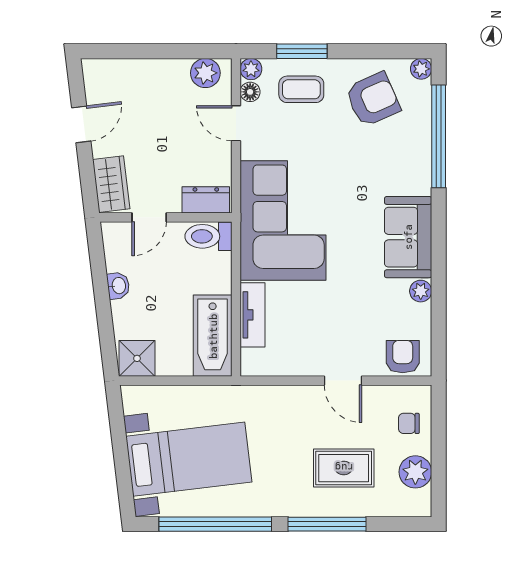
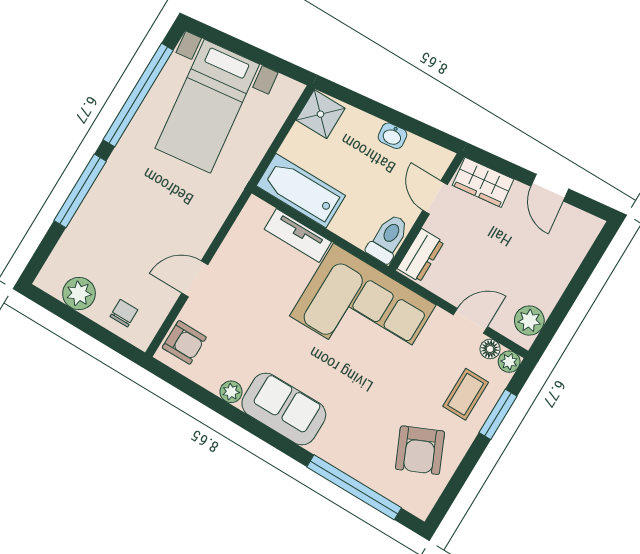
plant: (421, 69) -> (421, 507), removed
rug: (344, 468) -> (119, 234), removed

